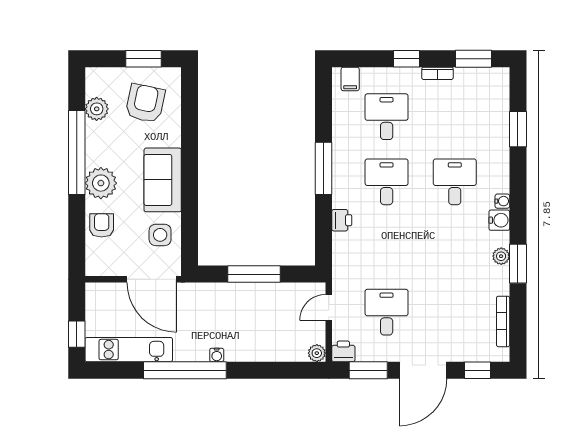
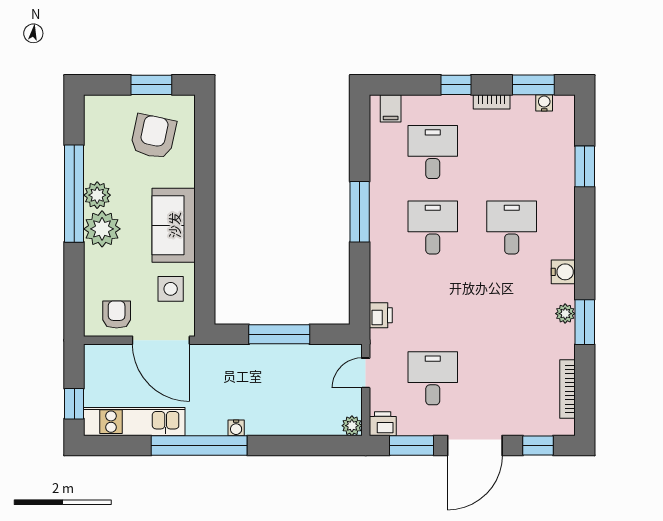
plant: (97, 109) -> (97, 195), moved
water cooler: (502, 201) -> (544, 103), moved, turned -90
printer: (342, 220) -> (381, 315), moved
armchair: (102, 225) -> (117, 315), moved

